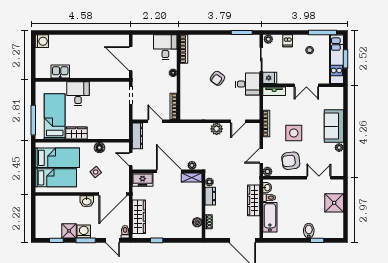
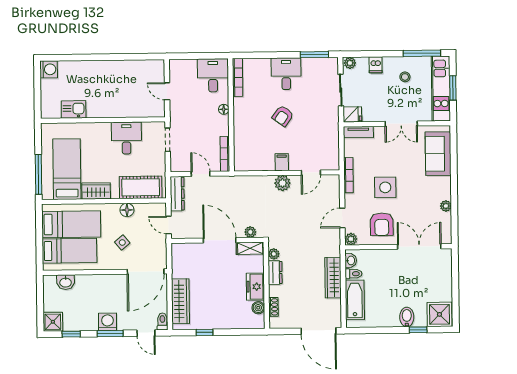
door: (131, 59) -> (167, 91), width x0.53
desk: (248, 84) -> (286, 74), moved, turned -90
desk: (78, 94) -> (126, 138), moved
filing cabinet: (216, 113) -> (282, 162), added
sofa: (334, 126) -> (438, 154), moved
cot: (110, 131) -> (141, 187), added
armchair: (291, 161) -> (382, 224), turned -83
double door: (319, 178) -> (419, 247), width x1.37
freezer: (143, 180) -> (255, 287), moved, turned 90
washbasin: (87, 201) -> (66, 282), moved
shower: (334, 203) -> (439, 314), moved
shower: (69, 231) -> (53, 322), moved

